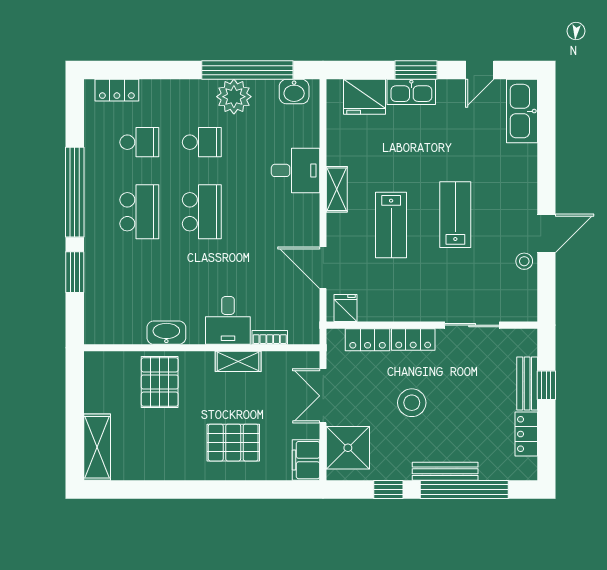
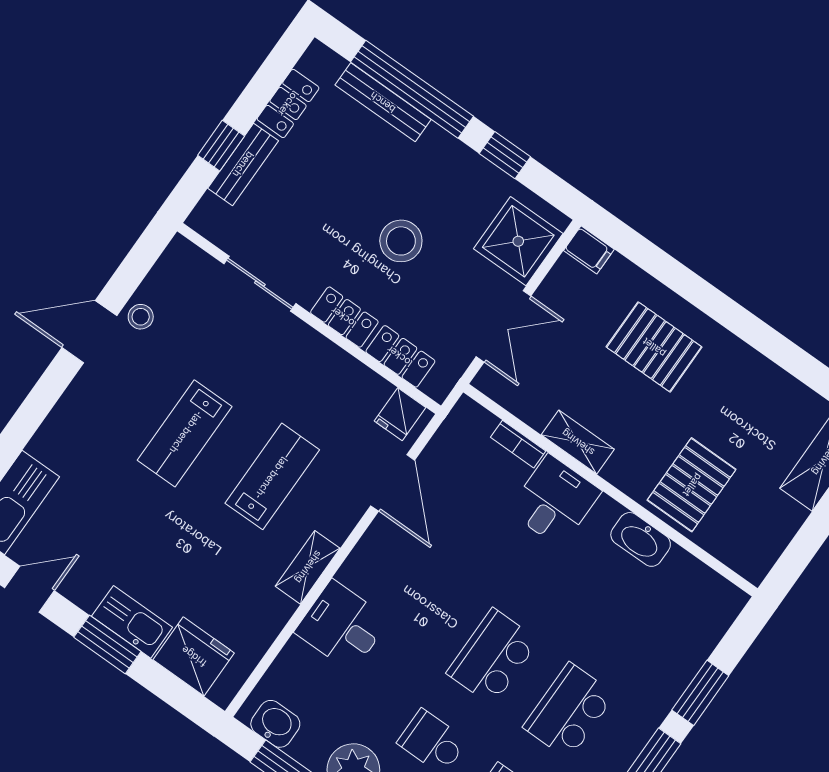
filing cabinet: (306, 460) -> (589, 250), width x0.50
bench: (445, 471) -> (383, 102), moved

